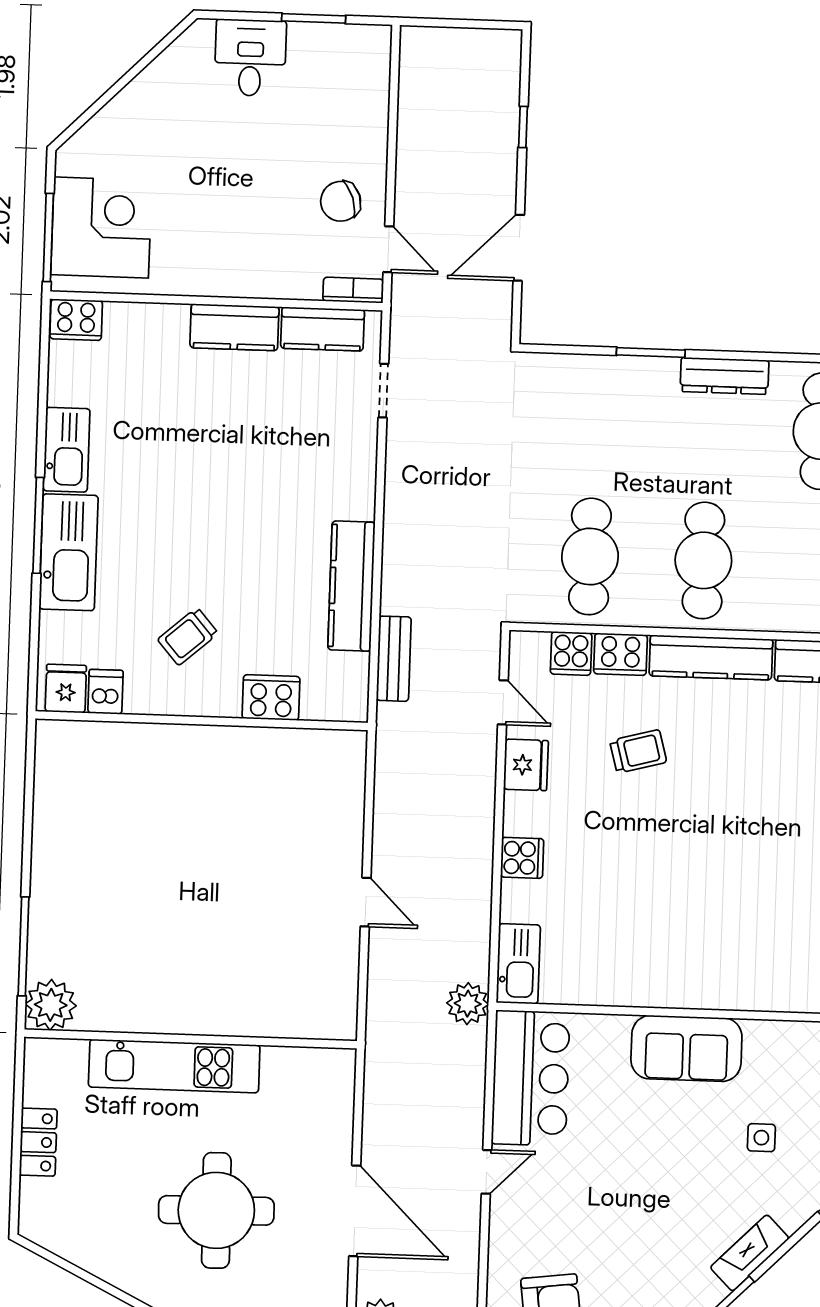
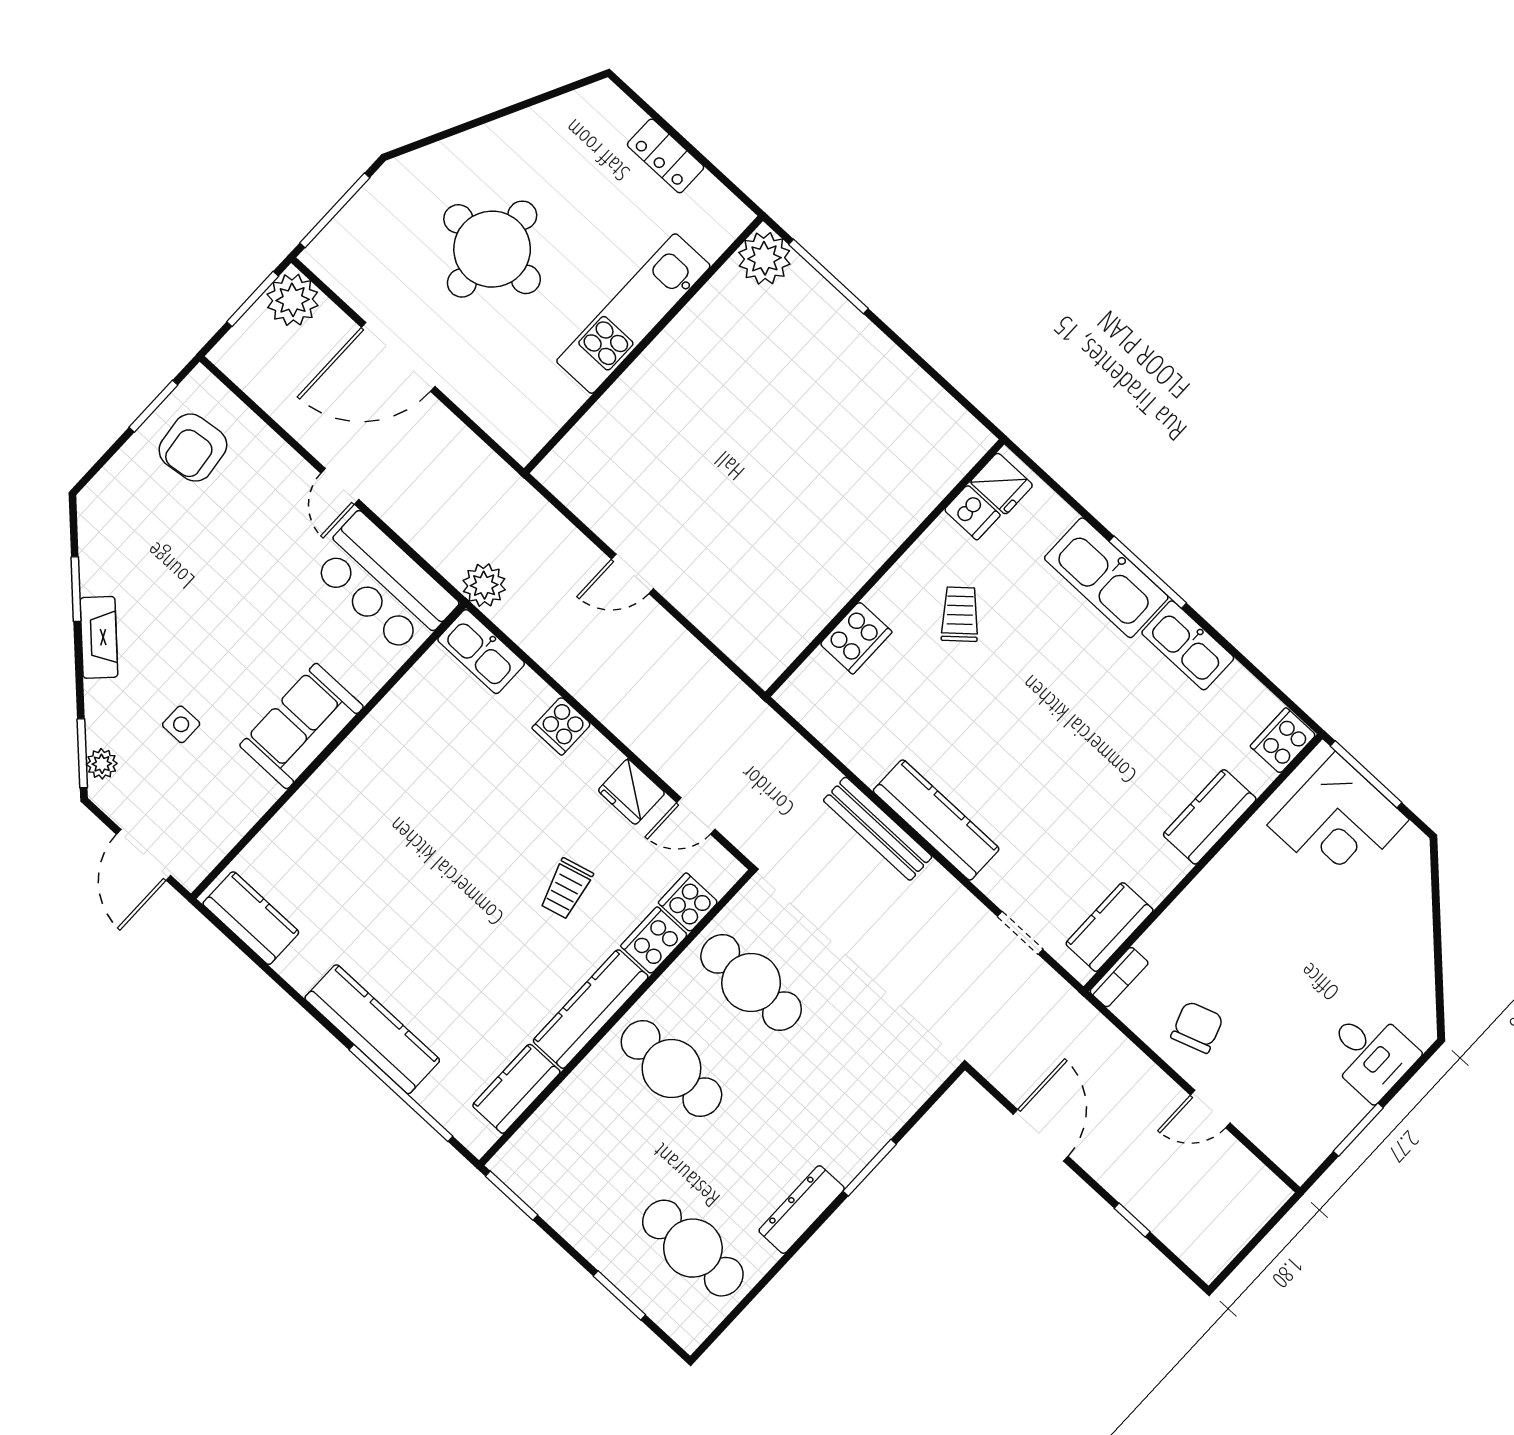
door: (388, 249) -> (1210, 1109), moved
kitchen counter: (234, 327) -> (1210, 817), moved
kitchen counter: (351, 586) -> (936, 820), moved
bench: (394, 659) -> (878, 829), moved, width x1.36

